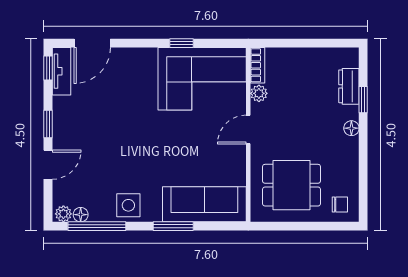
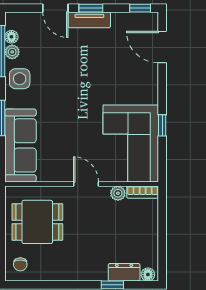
tv unit: (61, 71) -> (89, 20), moved
floor lamp: (351, 128) -> (148, 274), moved
dining table: (292, 185) -> (37, 222), turned 90
plant: (63, 214) -> (12, 52), moved

